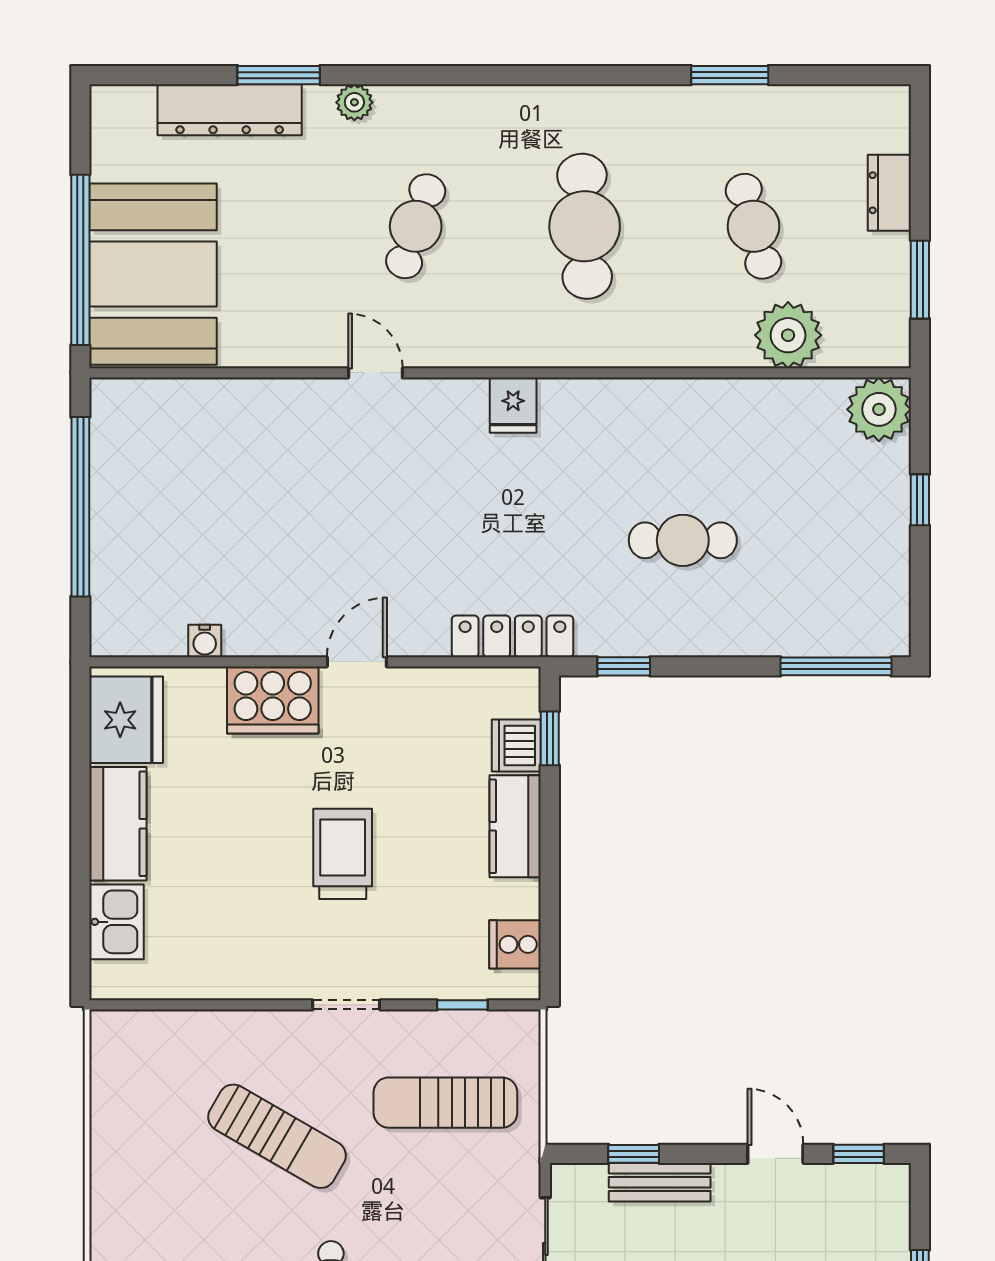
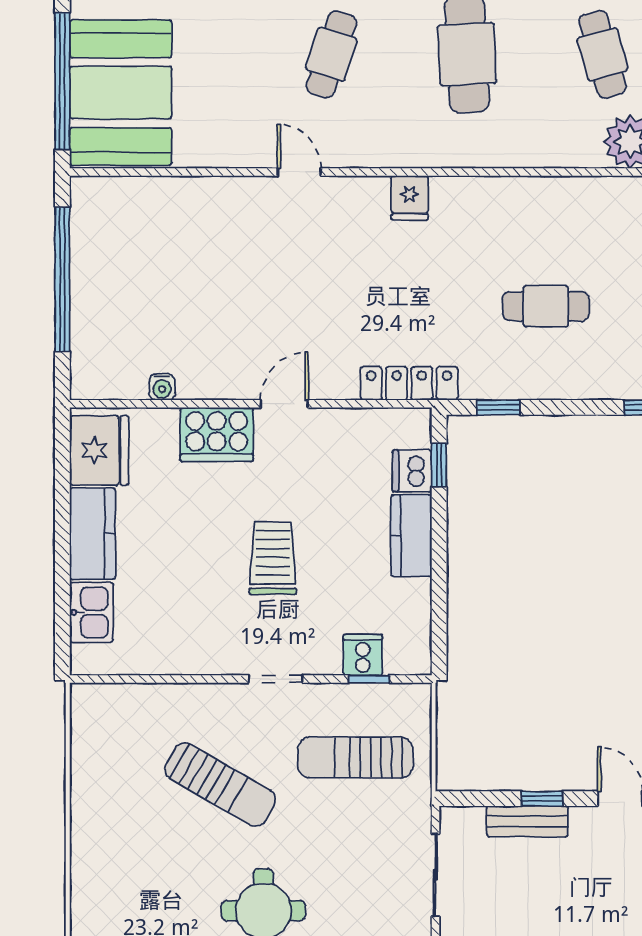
cooker: (515, 944) -> (363, 655), moved, turned 90
window: (634, 1154) -> (542, 799), moved

